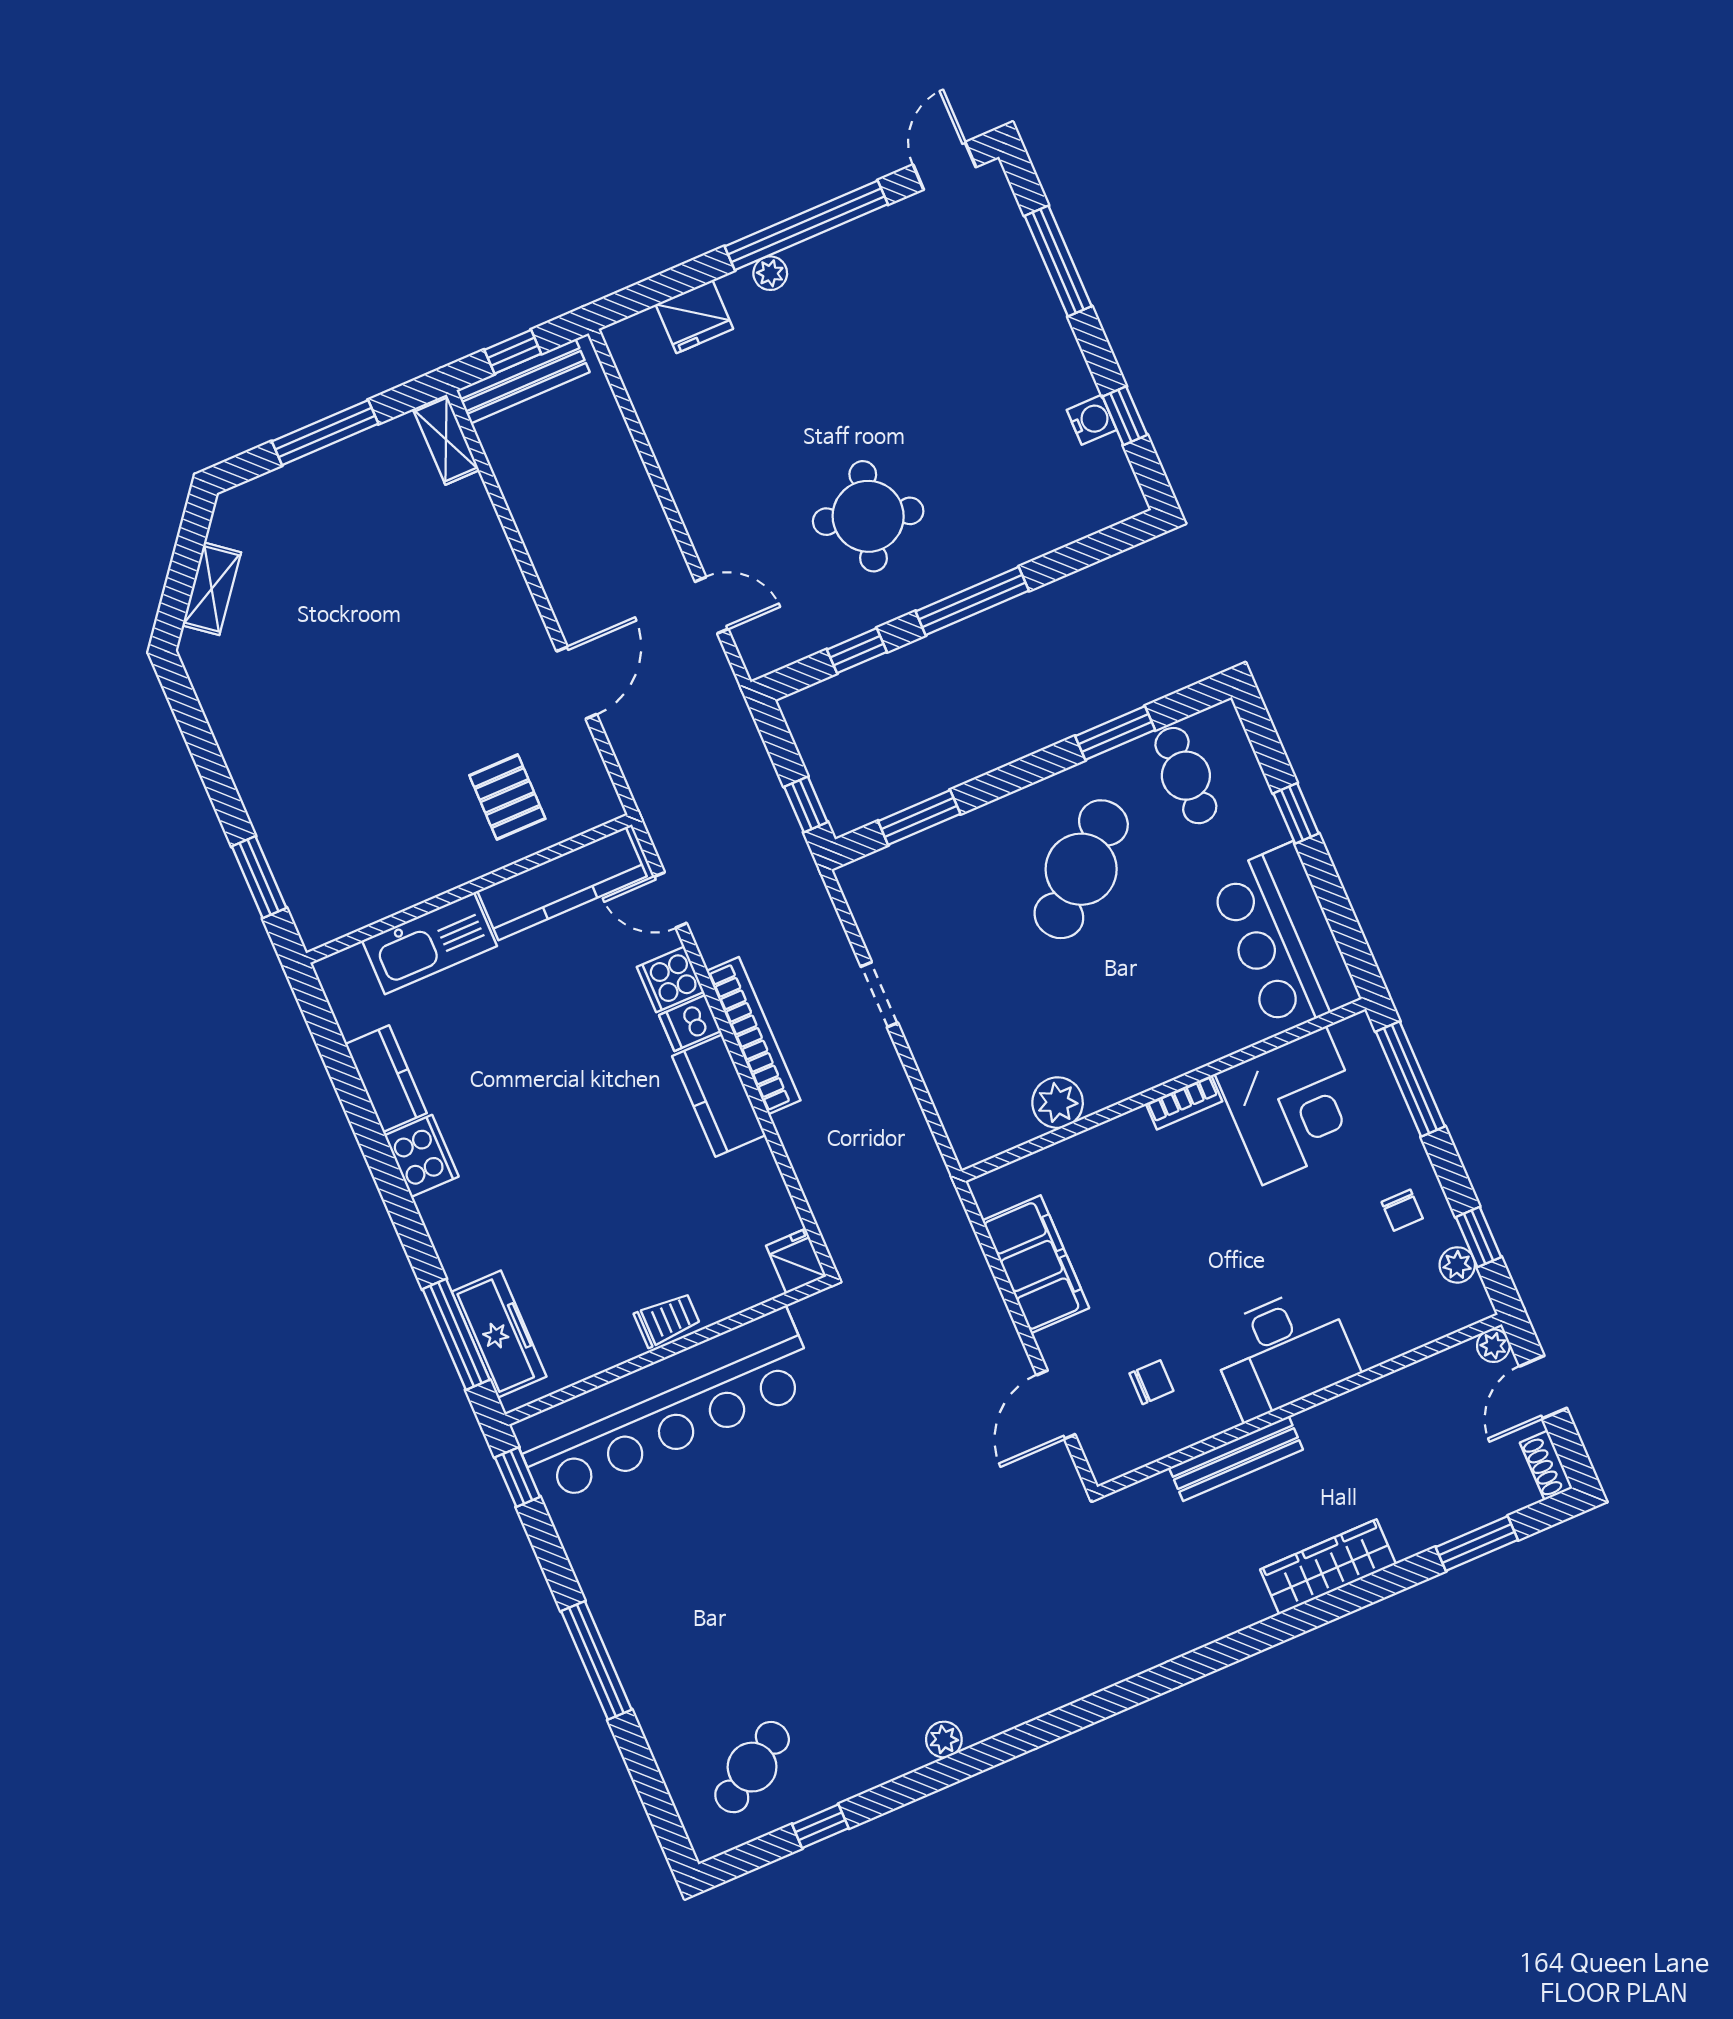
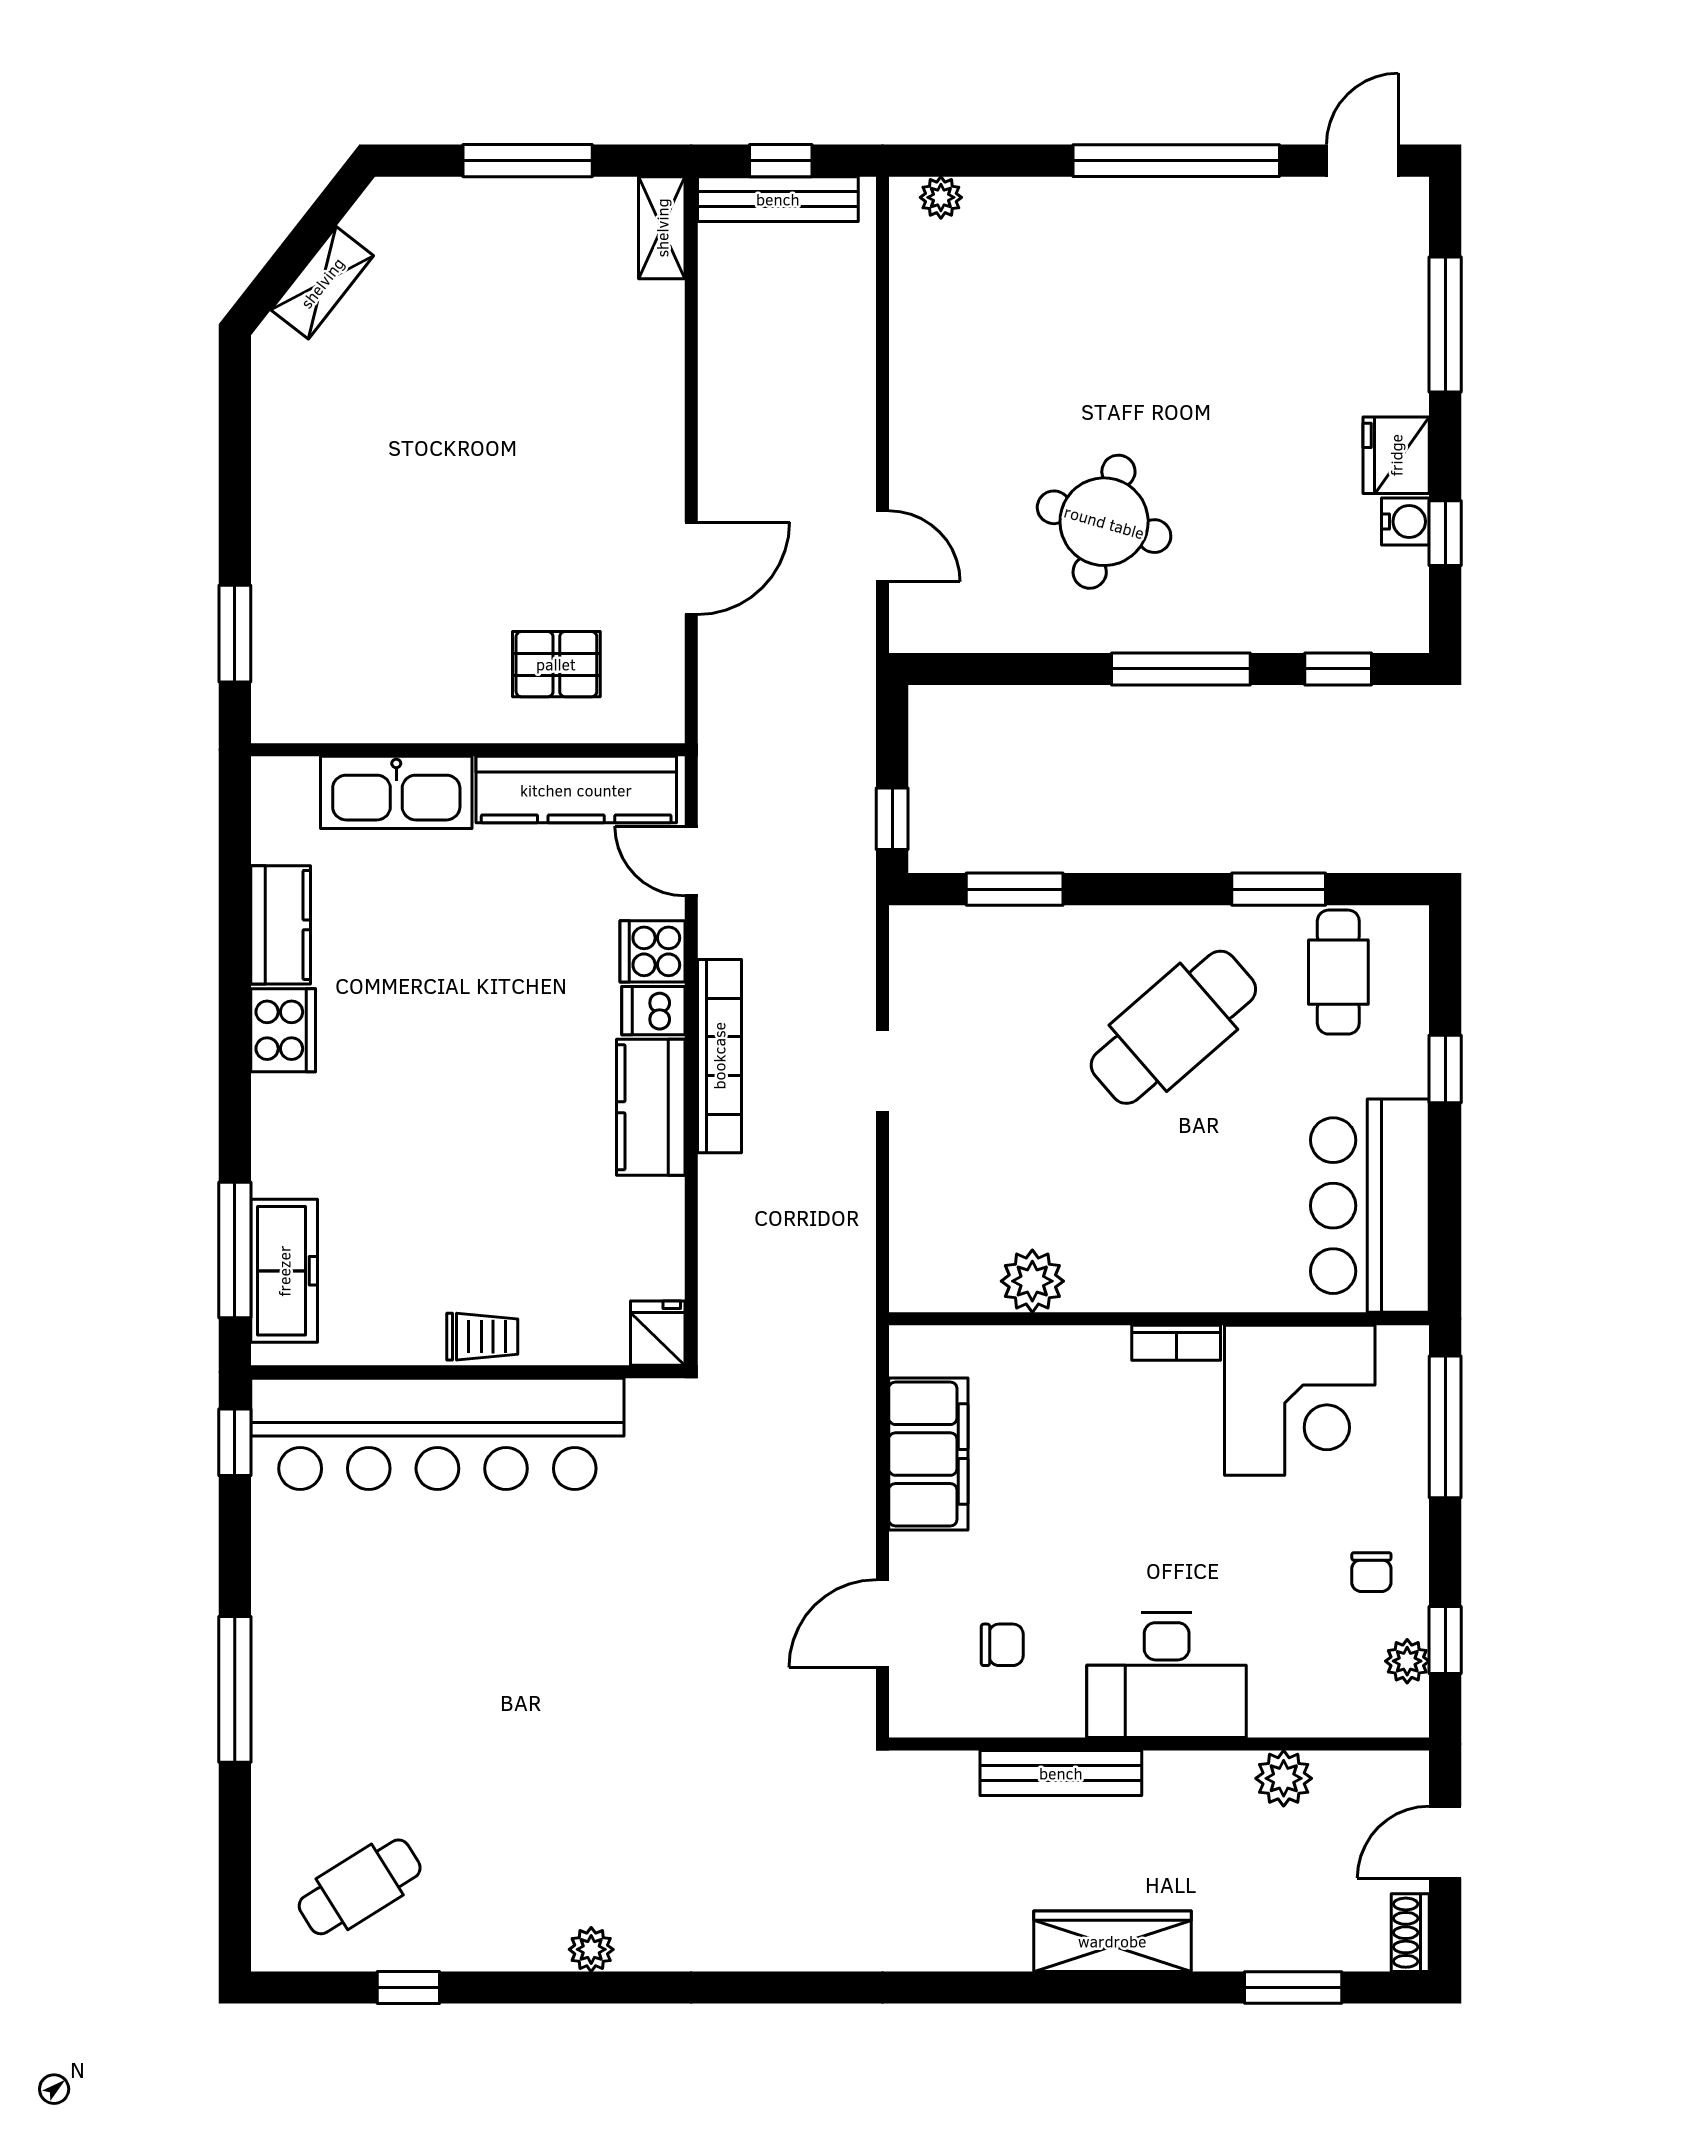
plant: (770, 273) -> (941, 197), moved
fridge: (694, 317) -> (1396, 455), moved, turned 90
window: (857, 651) -> (1338, 669), moved
pallet: (507, 797) -> (556, 664), turned 90
plant: (1493, 1346) -> (1284, 1778), moved, width x1.38, depth x1.38

